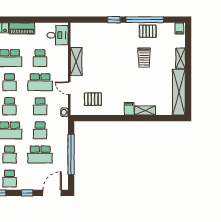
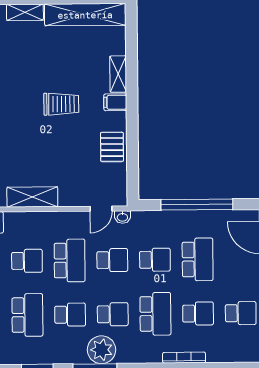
trolley: (144, 58) -> (61, 104), moved
door: (69, 88) -> (101, 209), moved
pallet: (93, 99) -> (112, 147), moved

